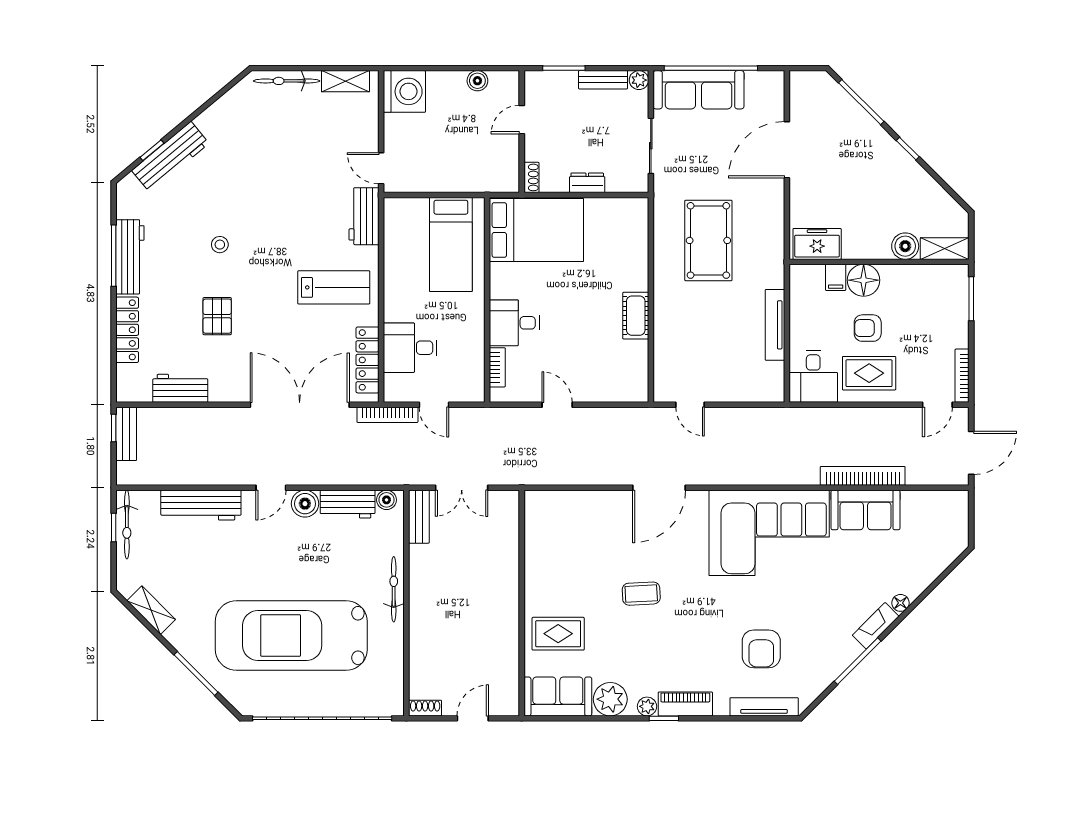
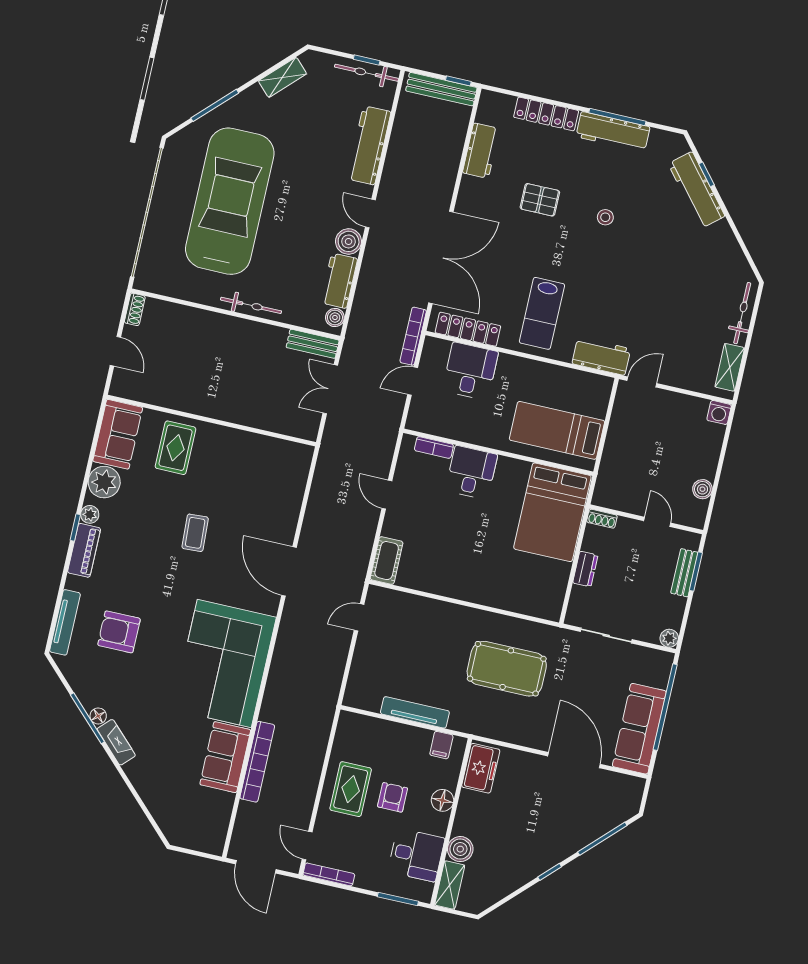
bench: (603, 80) -> (684, 573), moved
sofa: (698, 90) -> (639, 729), moved
washing machine: (404, 91) -> (719, 412), width x0.53, depth x0.53
filing cabinet: (836, 277) -> (441, 745), moved, turned -90
floor lamp: (864, 280) -> (442, 800), width x0.73, depth x0.73
cot: (636, 316) -> (387, 561), moved, turned 90
desk: (813, 376) -> (416, 855), moved, turned 180
door: (557, 405) -> (387, 495), swing flipped
bench: (126, 434) -> (441, 89), width x1.36
floor lamp: (900, 603) -> (98, 716), moved

